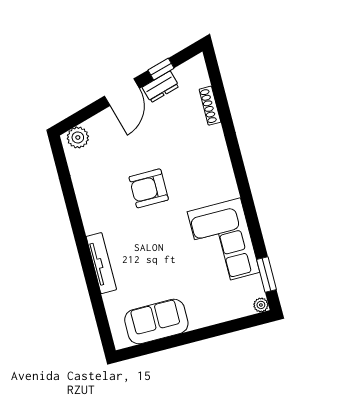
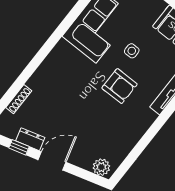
armchair: (149, 188) -> (119, 86), moved
side table: (172, 257) -> (132, 51), added

